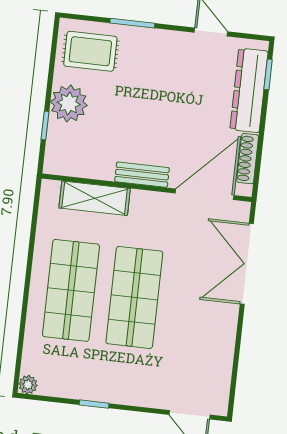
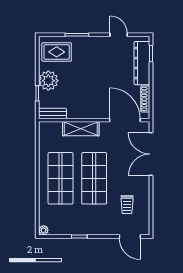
bench: (142, 175) -> (52, 114), moved
door: (205, 194) -> (125, 120), hinge flipped
shelving: (95, 198) -> (81, 129), moved
trolley: (191, 354) -> (127, 205), added

